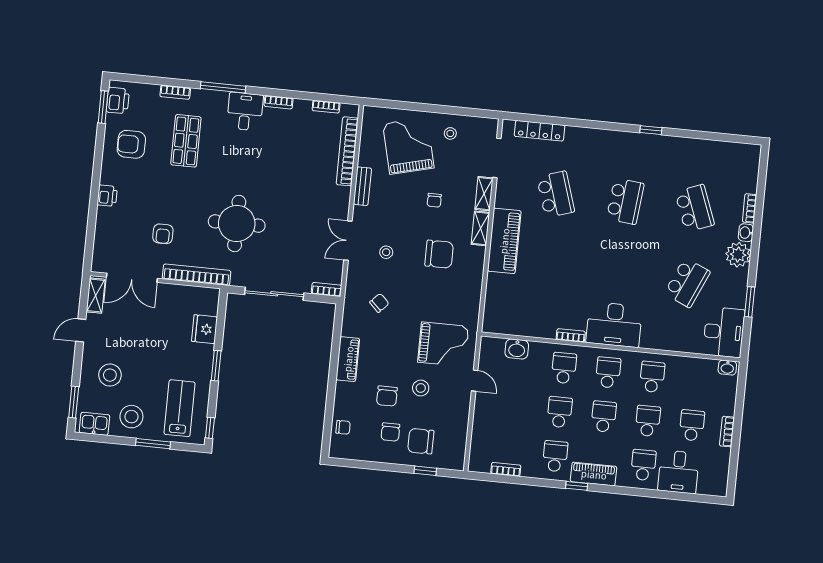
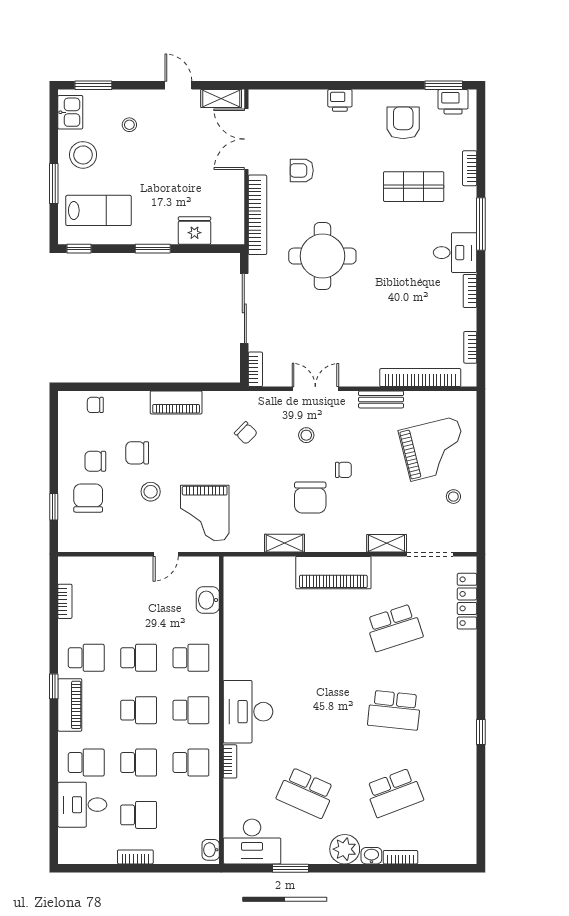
chair: (434, 200) -> (343, 470), moved, turned 180
shelving: (480, 228) -> (285, 543), moved
bookcase: (571, 335) -> (230, 761), moved
stool: (110, 375) -> (129, 125), width x0.53, depth x0.53
chair: (343, 427) -> (95, 405), turned 90

